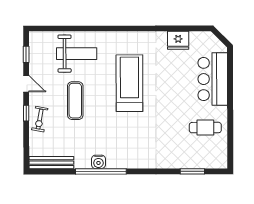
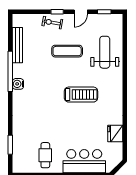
weight bench: (77, 54) -> (105, 52), turned 180
treadmill: (129, 83) -> (81, 95), width x0.73, depth x0.73
water cooler: (98, 162) -> (18, 84), moved
bench: (51, 163) -> (17, 45), moved

